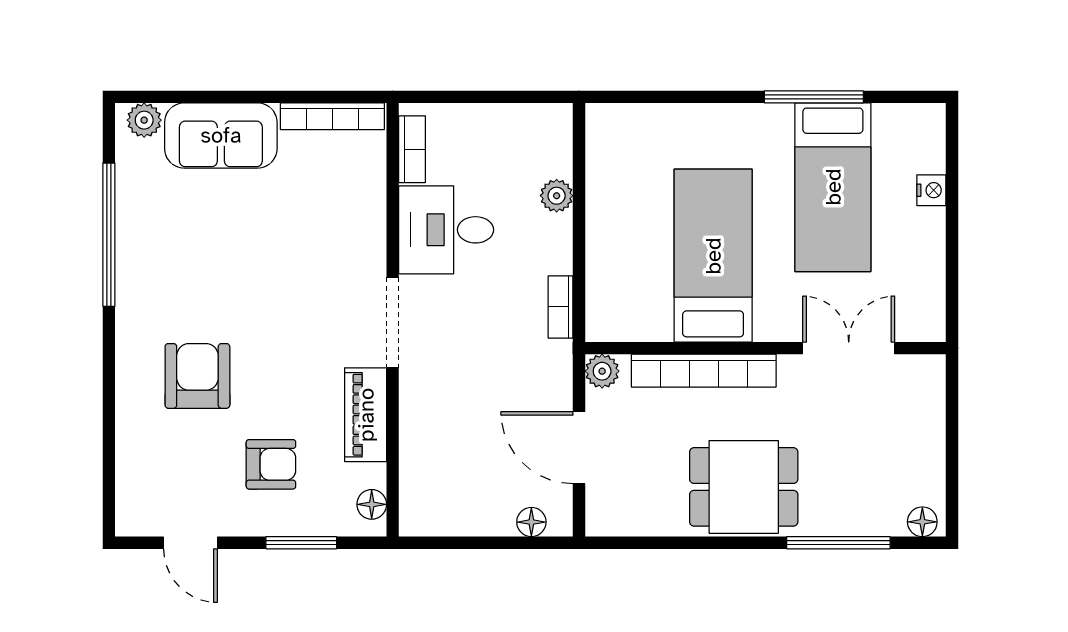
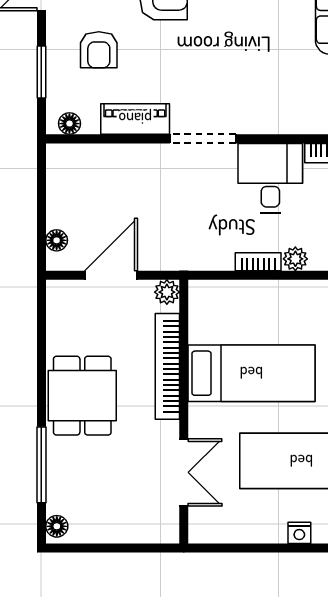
bookcase: (561, 307) -> (258, 262), moved

